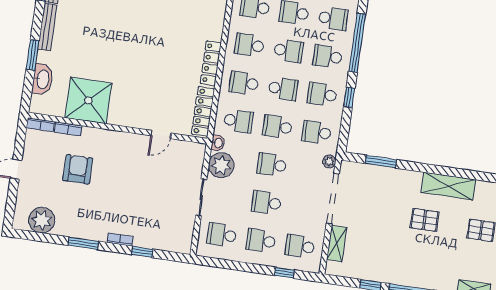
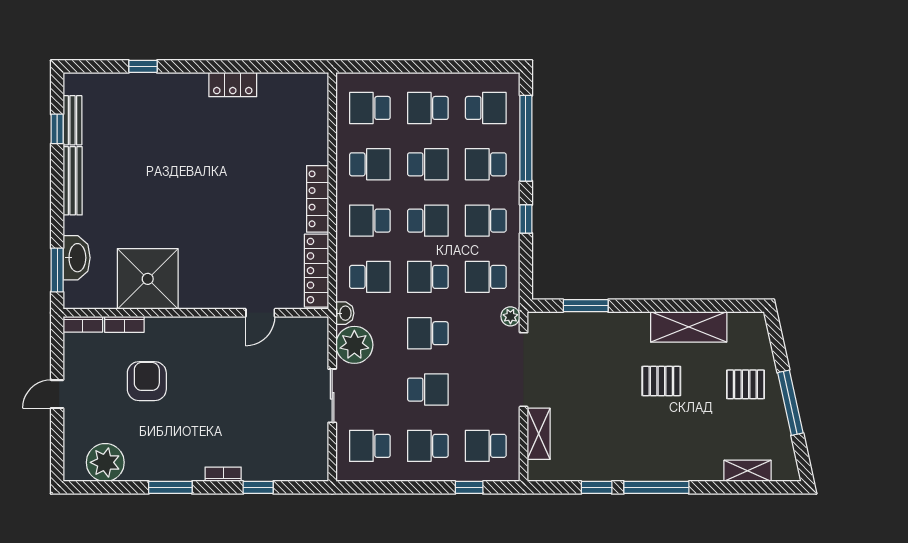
school desk: (249, 45) -> (370, 164), turned 180
window: (33, 55) -> (57, 270), moved
school desk: (266, 203) -> (428, 390), turned 180

